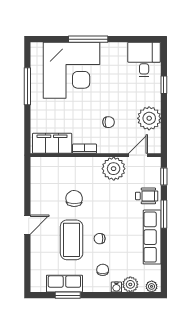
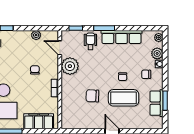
plant: (149, 118) -> (36, 35), width x0.53, depth x0.53
filing cabinet: (52, 143) -> (39, 121), moved, turned 90

